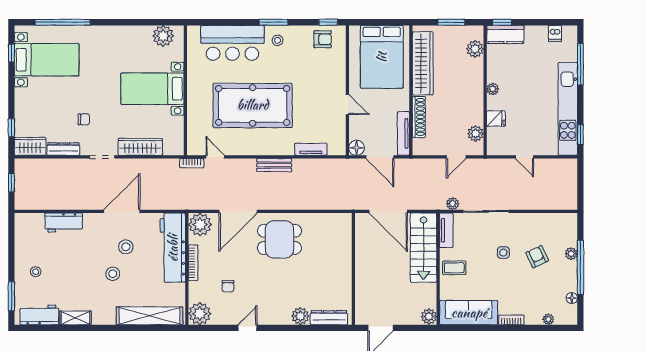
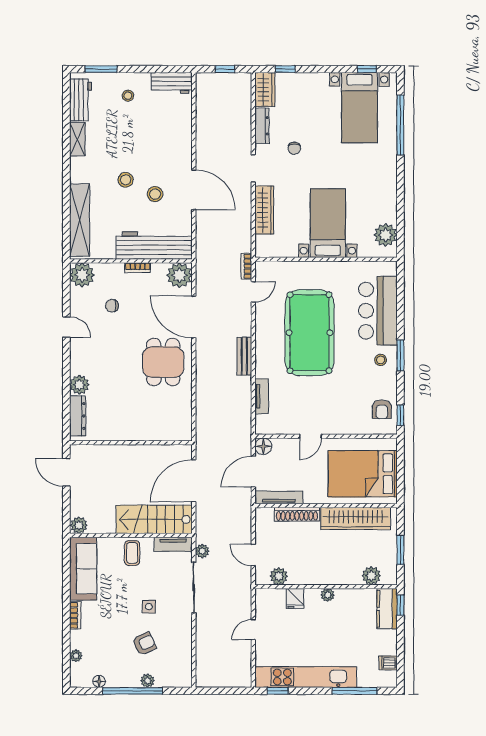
workbench: (64, 223) -> (172, 83), moved, turned -90
bookcase: (193, 263) -> (138, 268), width x0.64

